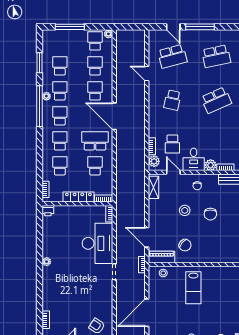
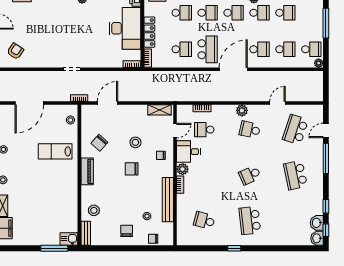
school desk: (172, 56) -> (295, 130), turned 33
school desk: (216, 100) -> (250, 175), width x0.54
plant: (154, 161) -> (242, 110), moved
desk: (98, 243) -> (125, 28), moved, turned -90
piano: (161, 257) -> (87, 171), moved
door: (147, 313) -> (29, 103), swing flipped

